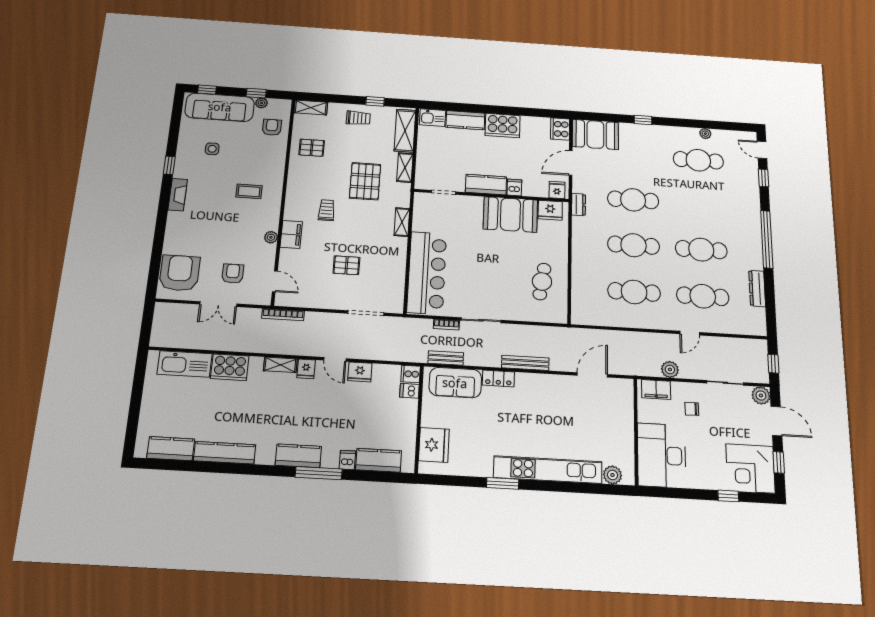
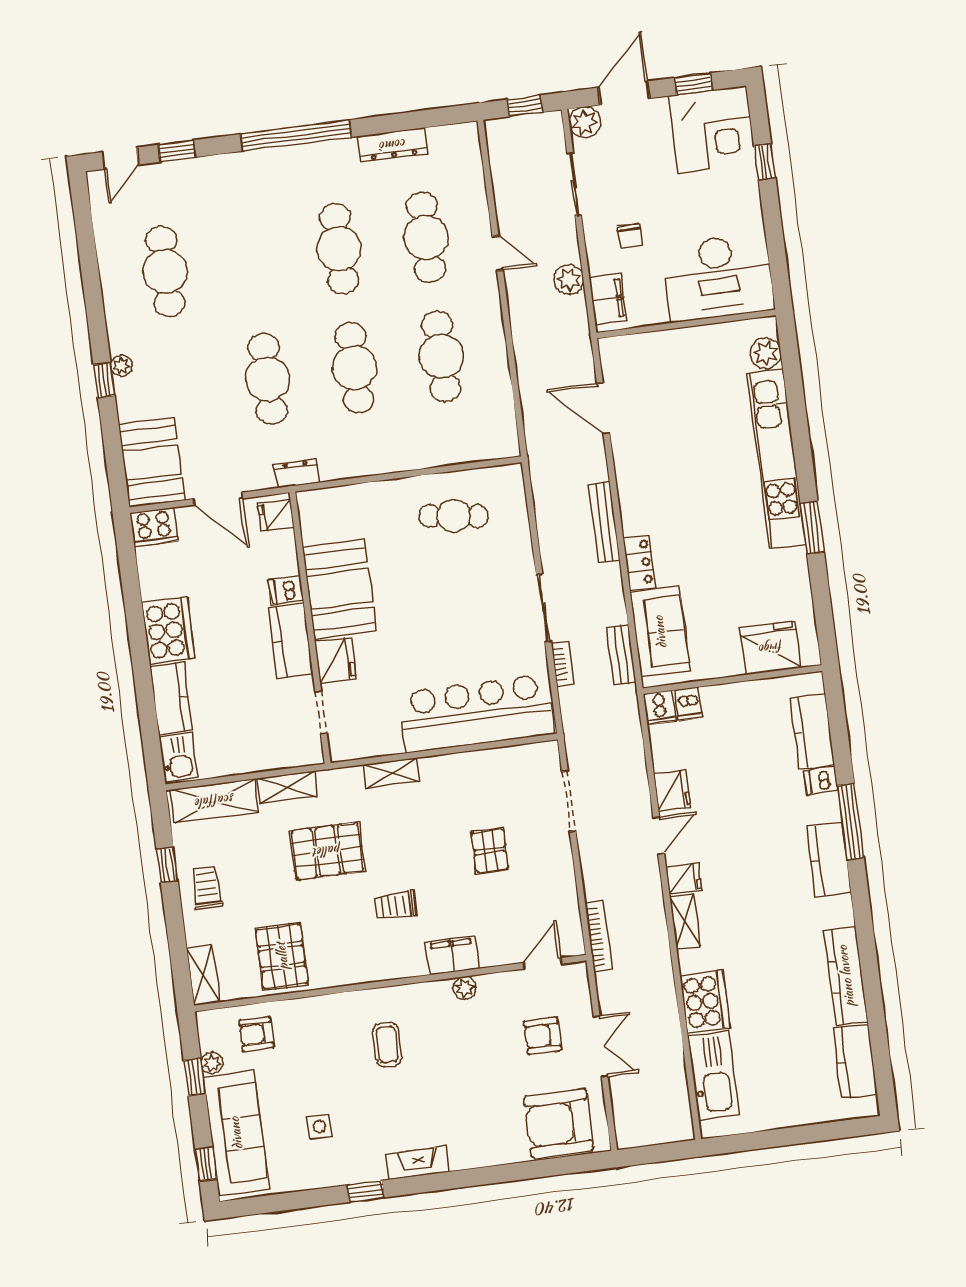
plant: (705, 134) -> (122, 366), moved
pallet: (312, 148) -> (282, 956), width x1.50, depth x1.42
fridge: (550, 210) -> (335, 660), moved

